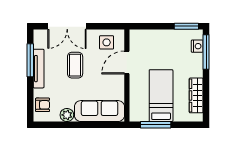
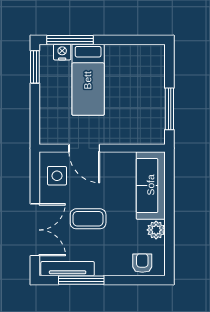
tv unit: (39, 69) -> (68, 269), moved
wardrobe: (196, 95) -> (129, 53), removed
bed: (161, 96) -> (88, 80), moved, turned -90

